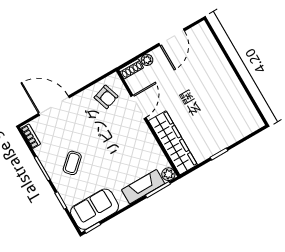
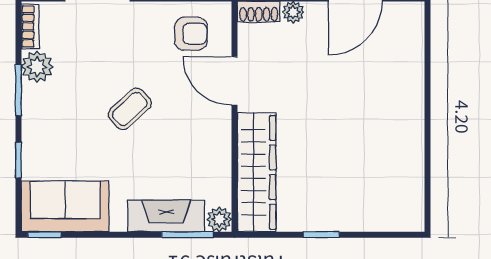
armchair: (106, 97) -> (191, 34), turned -72
door: (139, 107) -> (234, 81), swing flipped
plant: (45, 153) -> (37, 67), added
coffee table: (72, 163) -> (130, 109), moved

